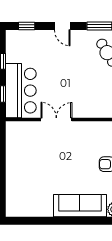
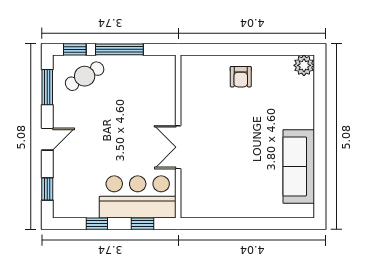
sofa: (80, 206) -> (299, 166), moved

